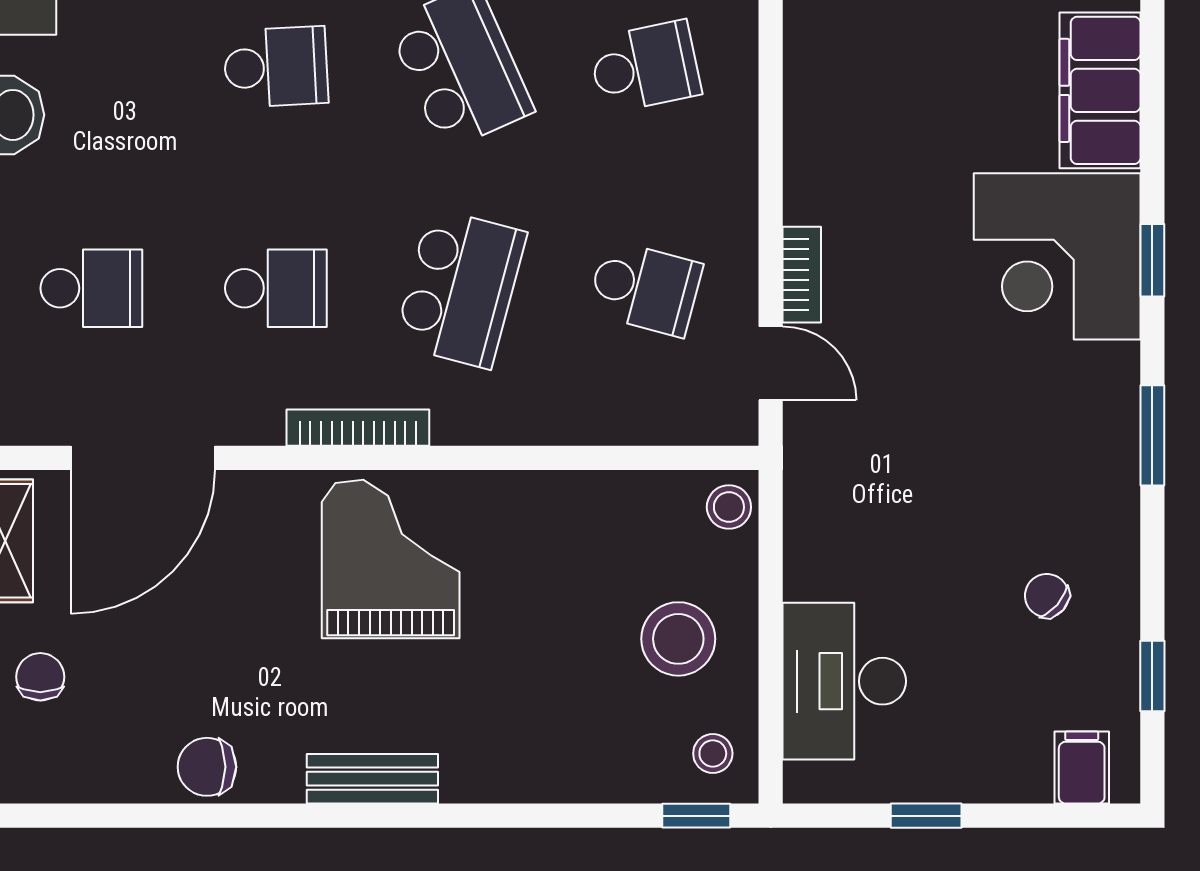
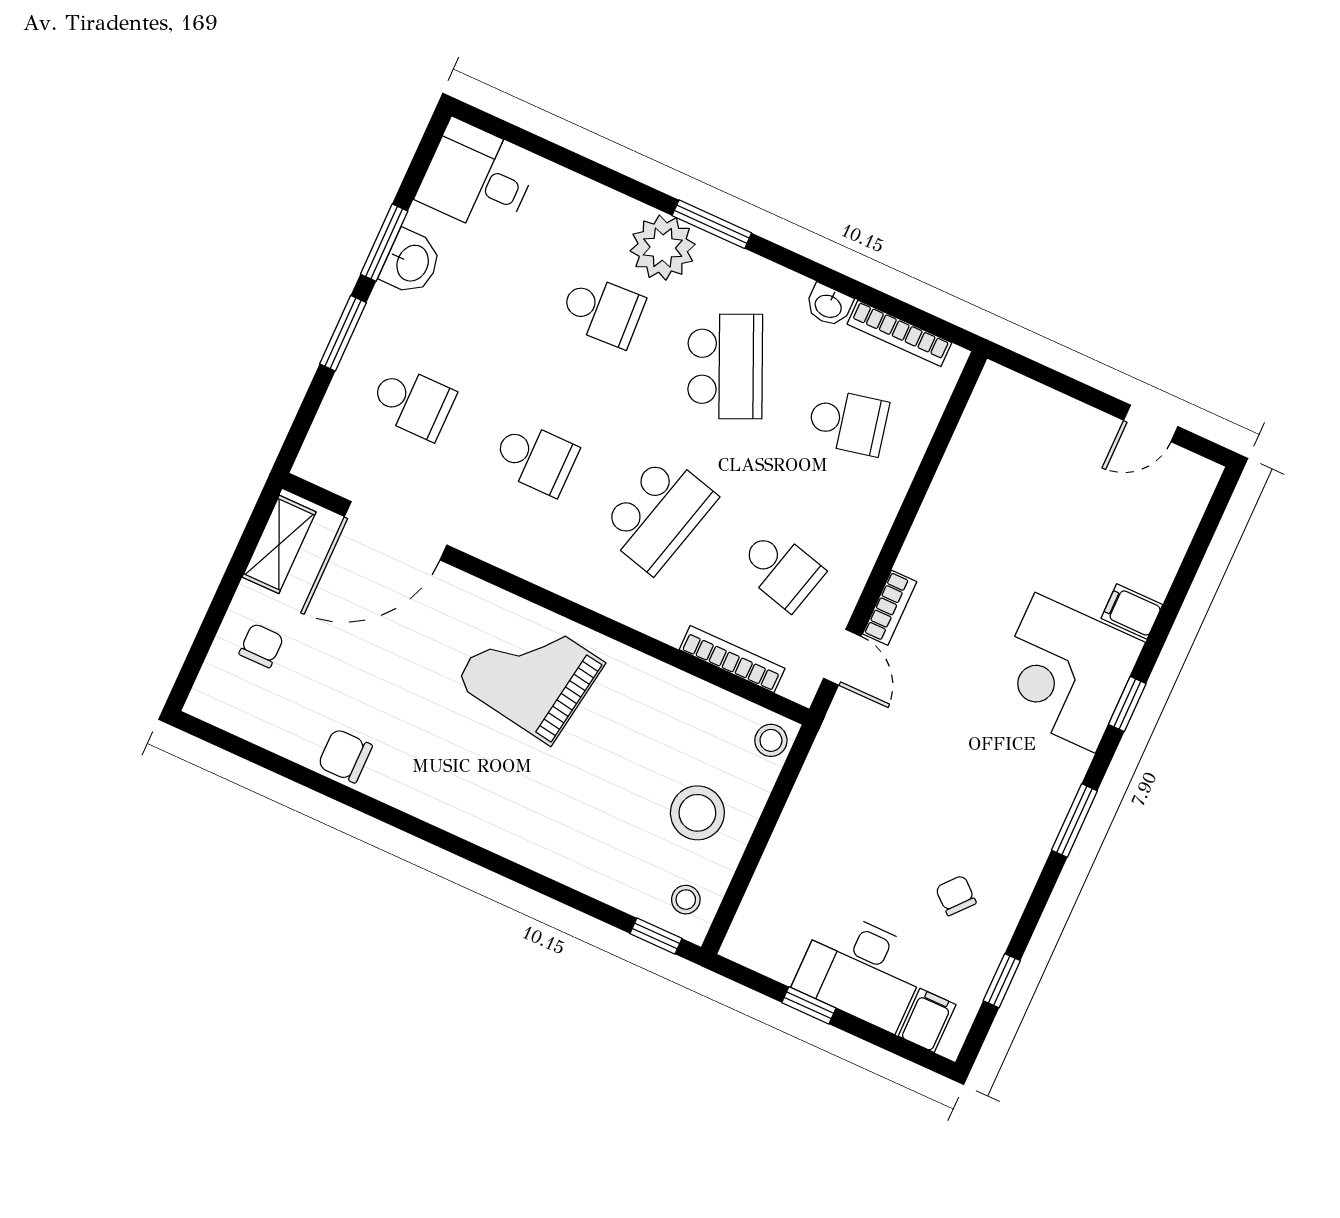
filing cabinet: (1100, 90) -> (1132, 611), width x0.33, depth x0.86
bookcase: (358, 428) -> (732, 659), moved
grand piano: (391, 559) -> (530, 673), turned -81
desk: (844, 681) -> (861, 970), moved, turned -90
bench: (372, 779) -> (452, 814), removed

